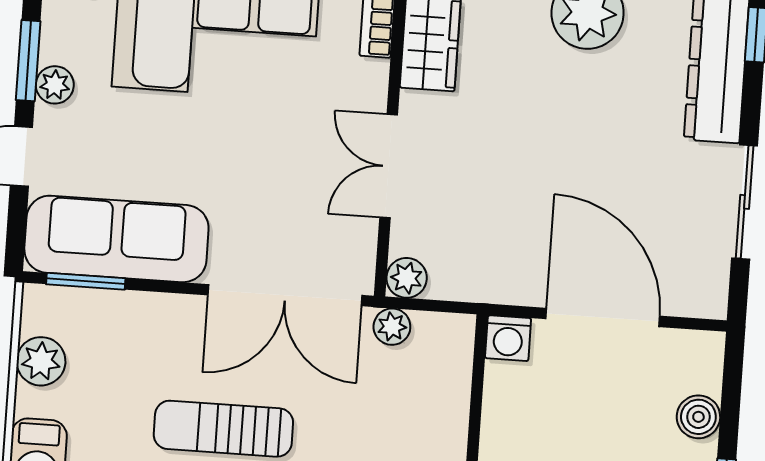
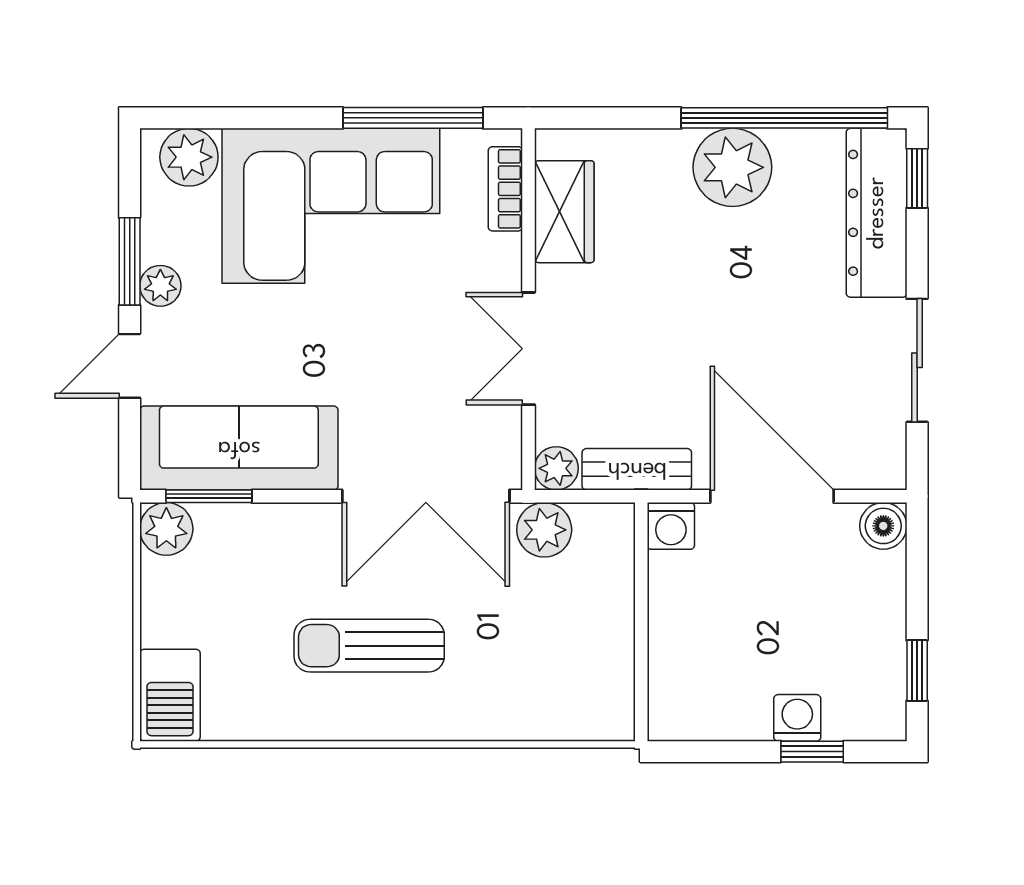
bench: (480, 284) -> (637, 469), added
plant: (392, 327) -> (544, 530), width x1.38, depth x1.38
plant: (41, 361) -> (166, 529), moved
boiler: (698, 417) -> (883, 526), moved

